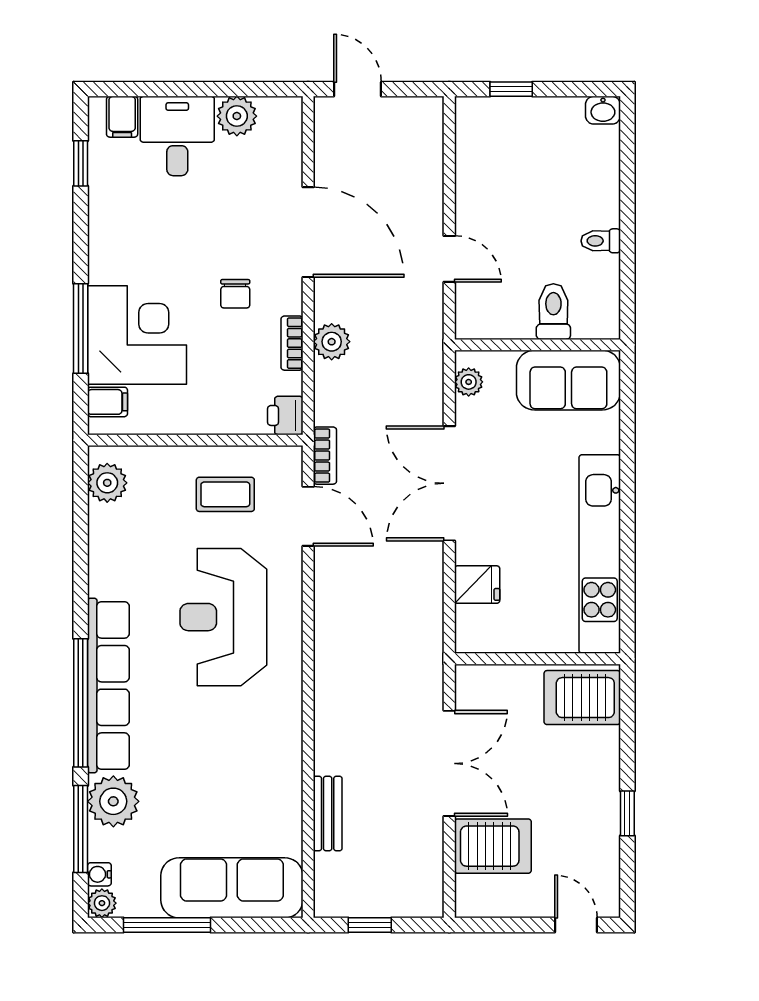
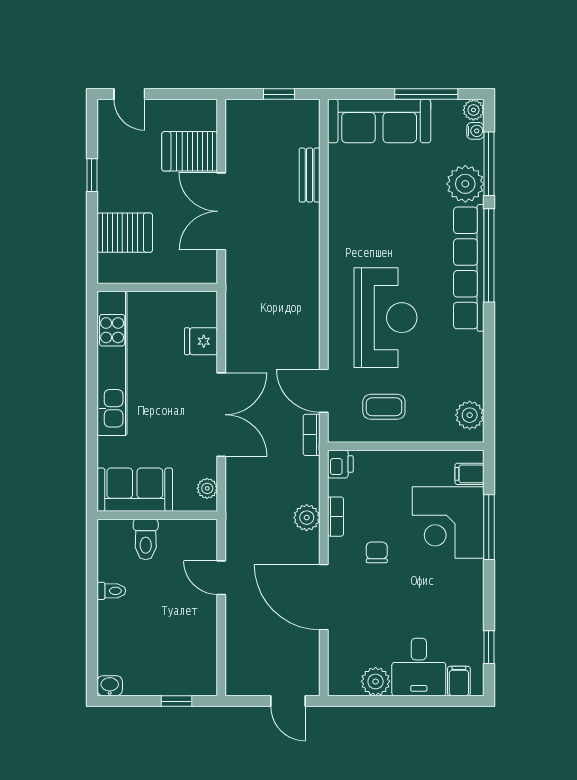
server rack: (582, 698) -> (125, 233), moved

